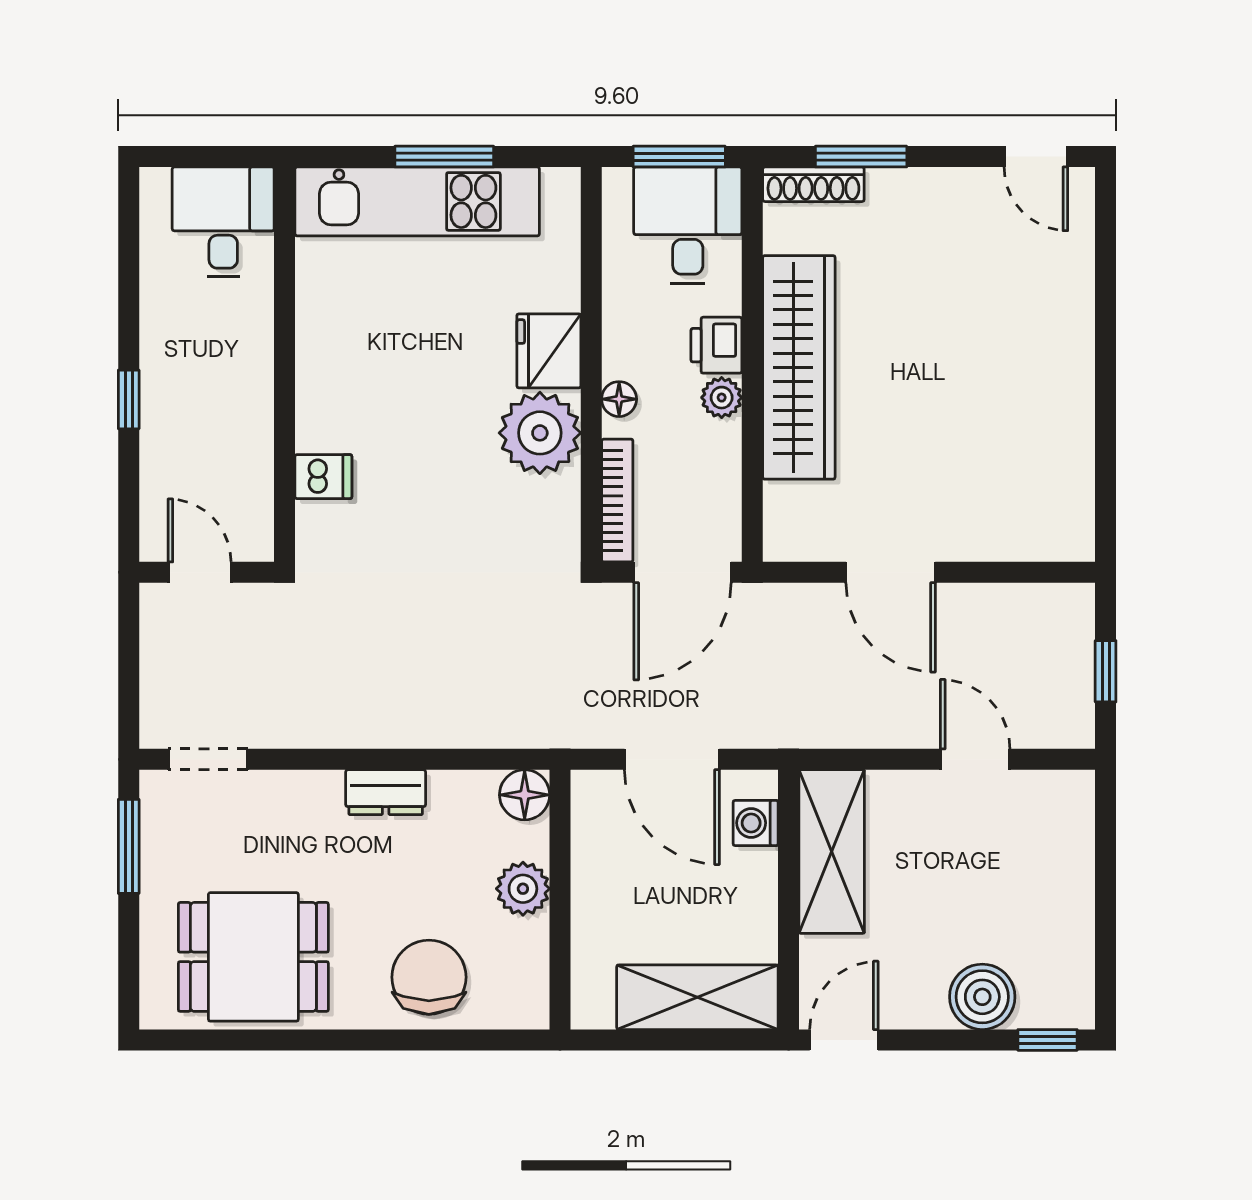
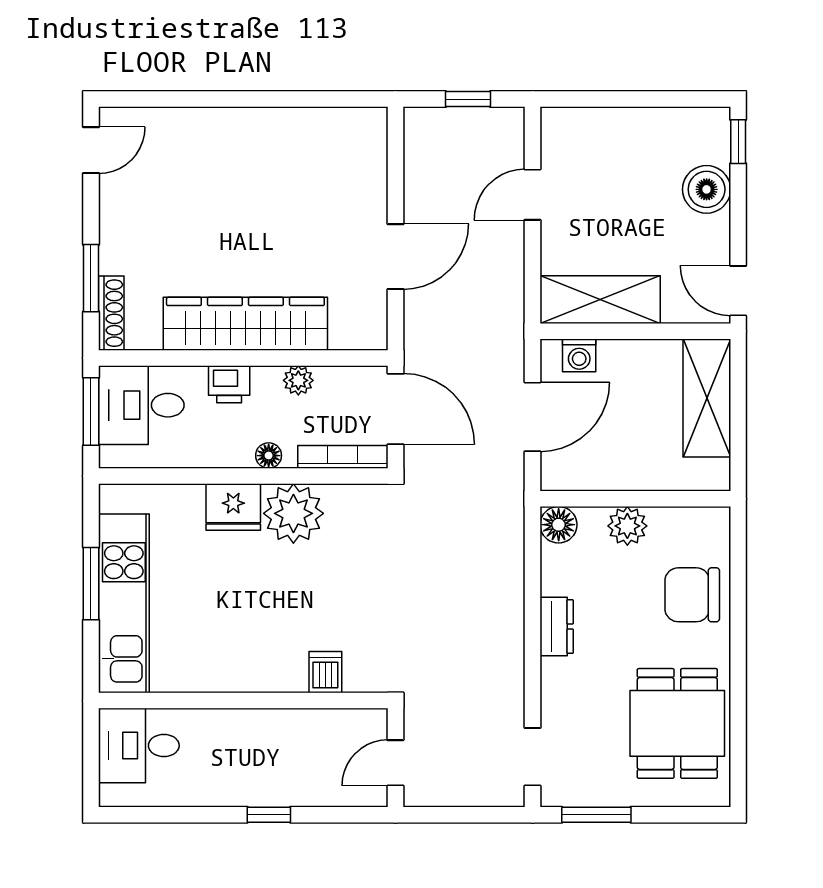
plant: (722, 398) -> (298, 380), moved

